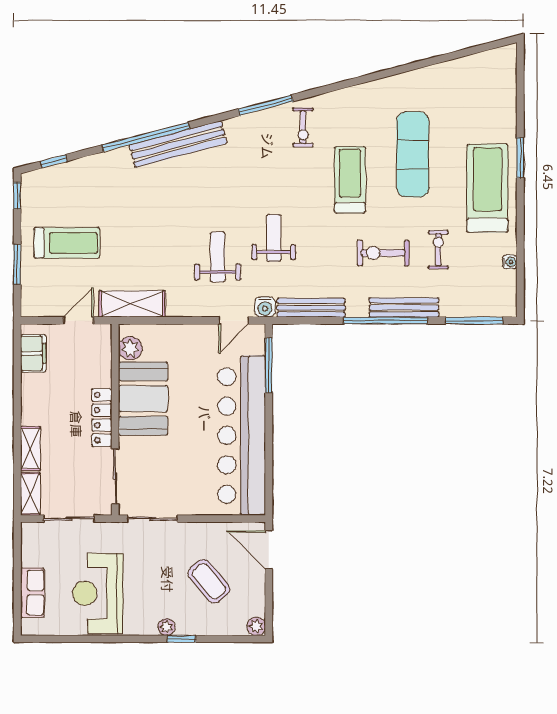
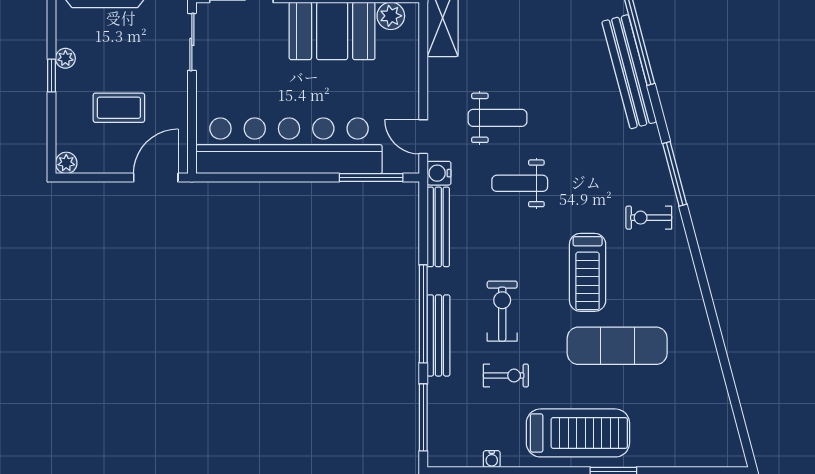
treadmill: (350, 180) -> (588, 272), turned 90
weight bench: (274, 238) -> (520, 183), turned 180
coffee table: (209, 581) -> (119, 108), turned 40

